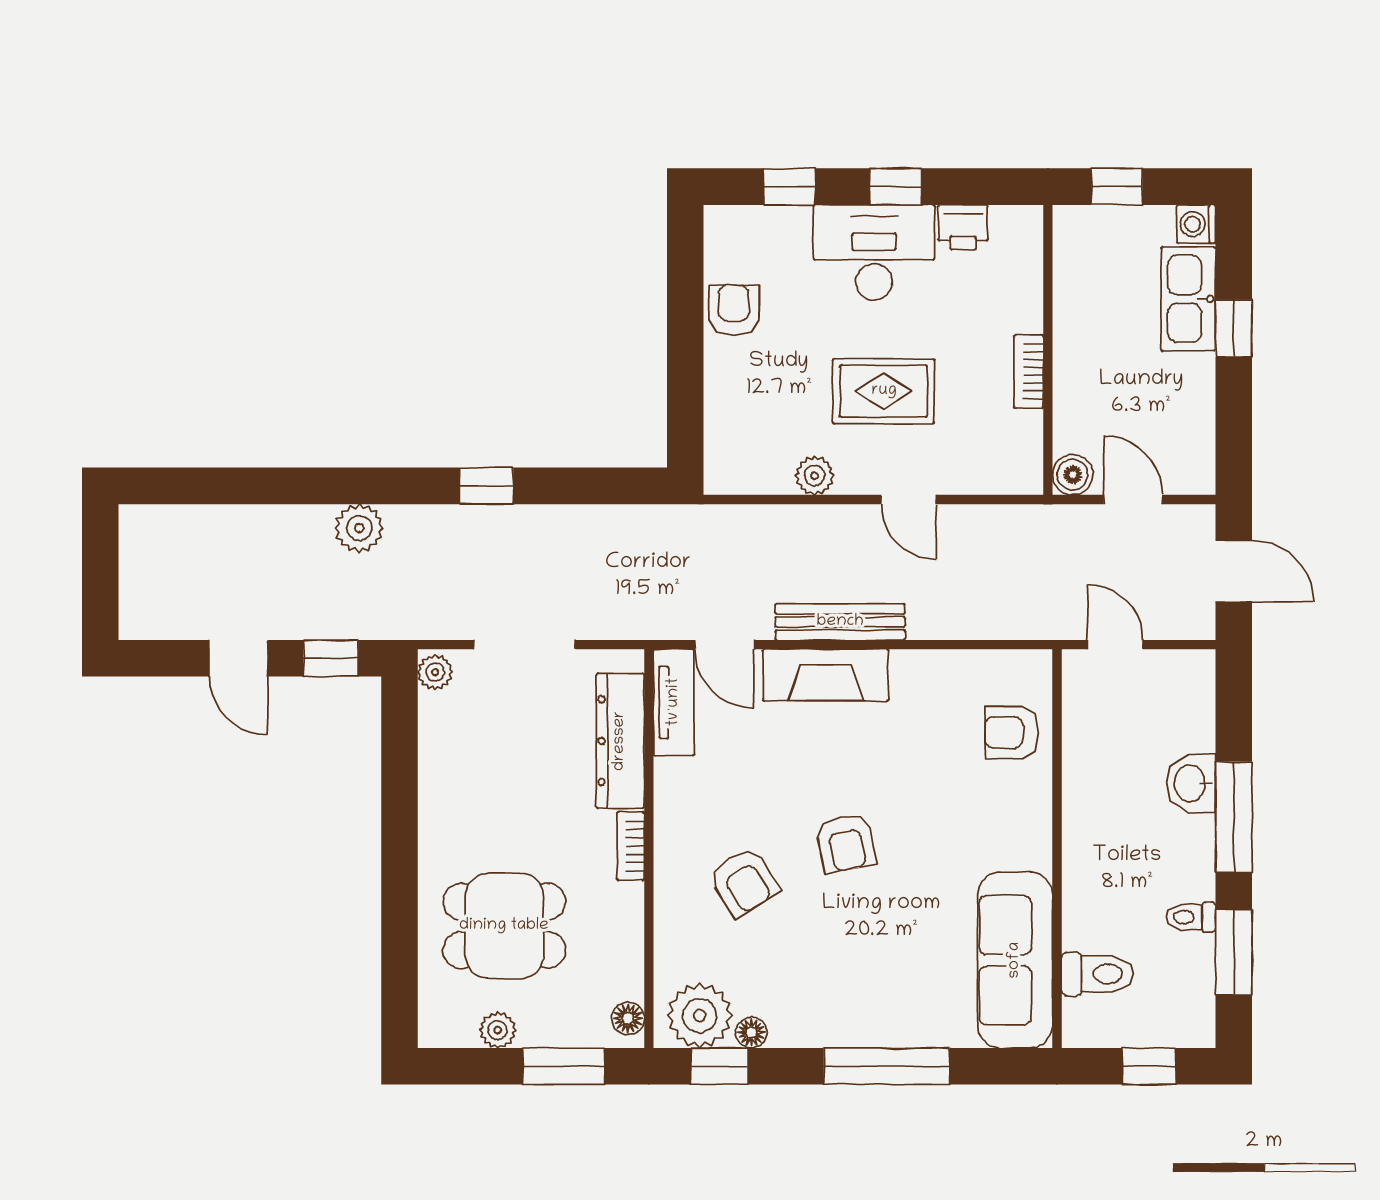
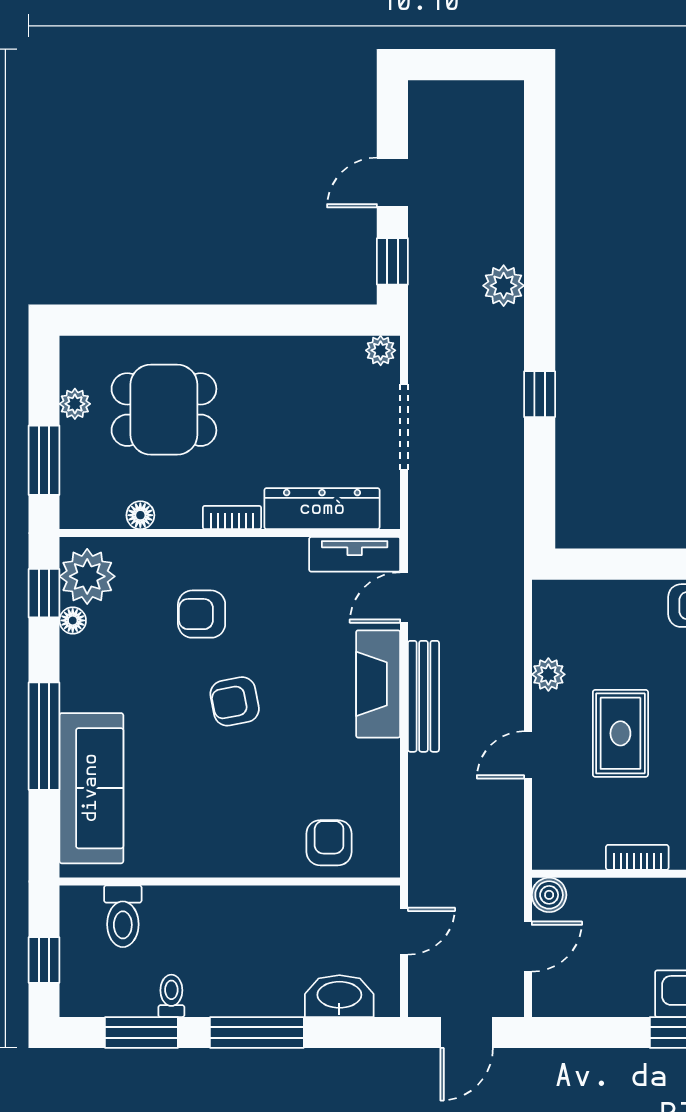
washbasin: (1191, 783) -> (339, 996), moved, width x1.38
armchair: (744, 882) -> (202, 614), turned 32
dining table: (504, 926) -> (164, 410), turned 90
sofa: (1015, 960) -> (91, 788), moved, turned 90
floor lamp: (628, 1018) -> (140, 515), moved

